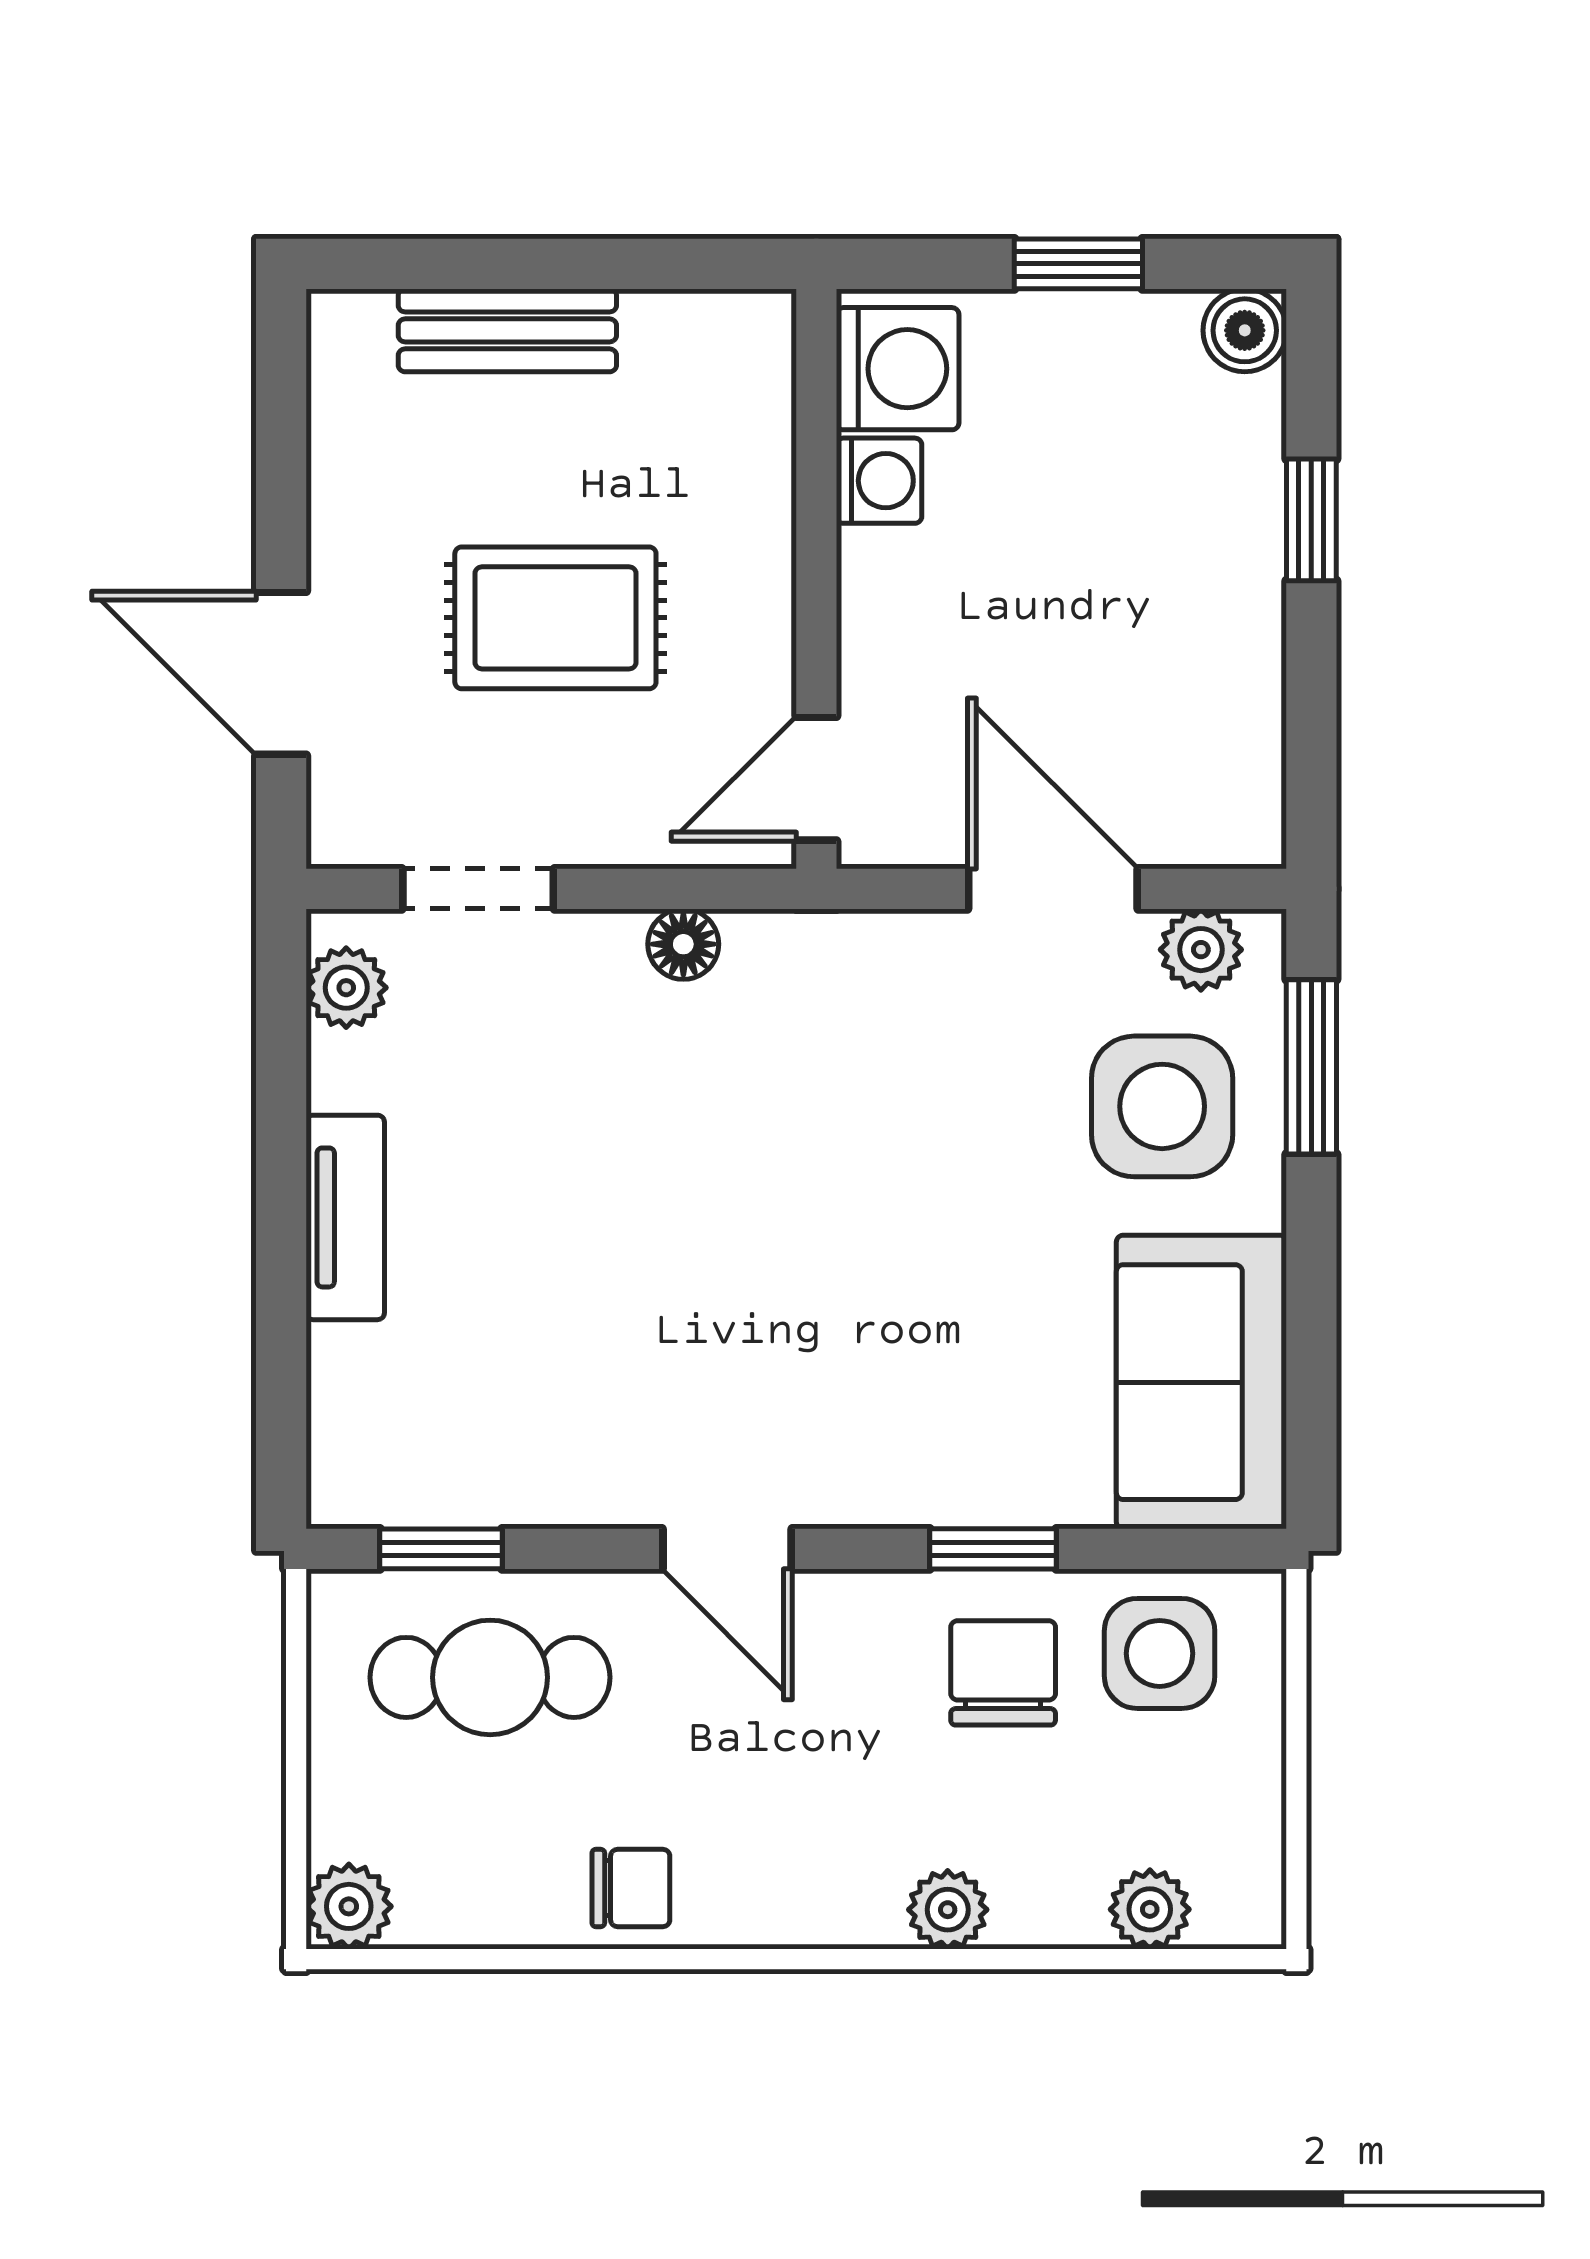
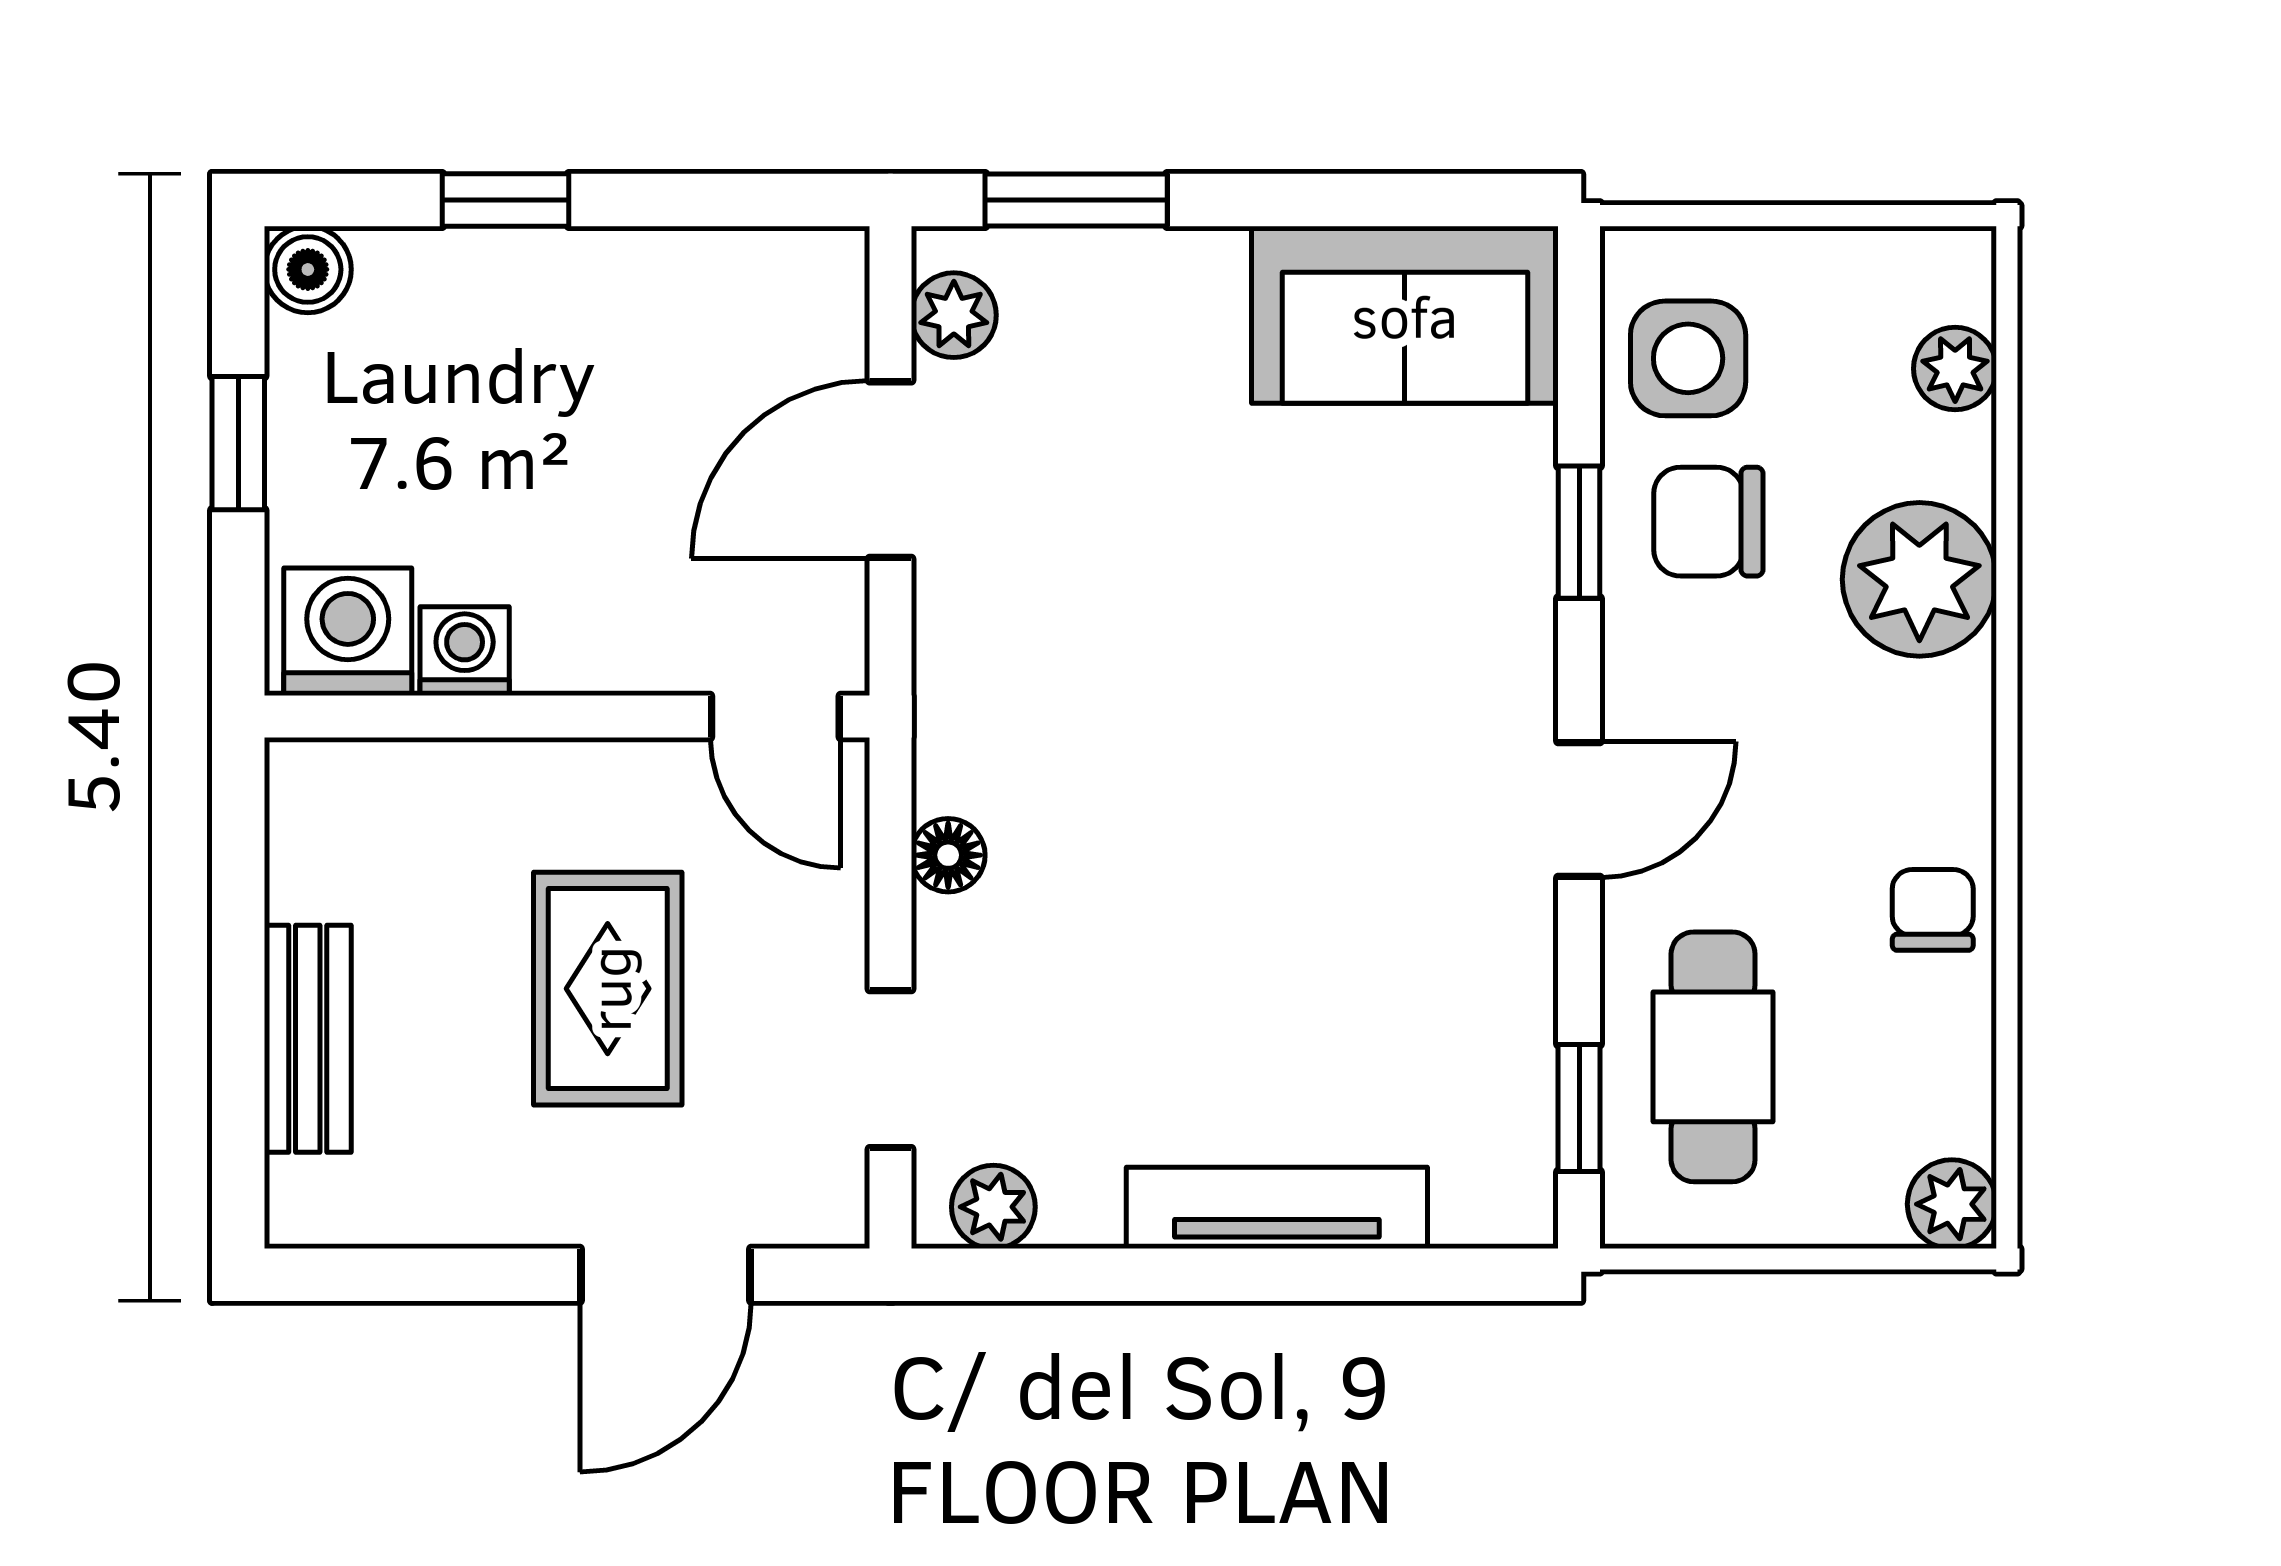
side table: (1162, 1106) -> (1117, 356), removed
tv unit: (345, 1217) -> (1277, 1208), width x1.41
plant: (948, 1910) -> (1919, 579), width x1.88, depth x1.88

